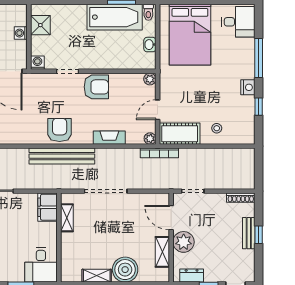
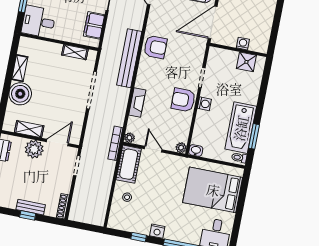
washbasin: (150, 45) -> (196, 151), moved
washing machine: (37, 63) -> (204, 104), moved
armchair: (96, 87) -> (183, 100), turned 90
armchair: (60, 130) -> (155, 47), moved
filing cabinet: (47, 207) -> (94, 25), moved, turned -90

